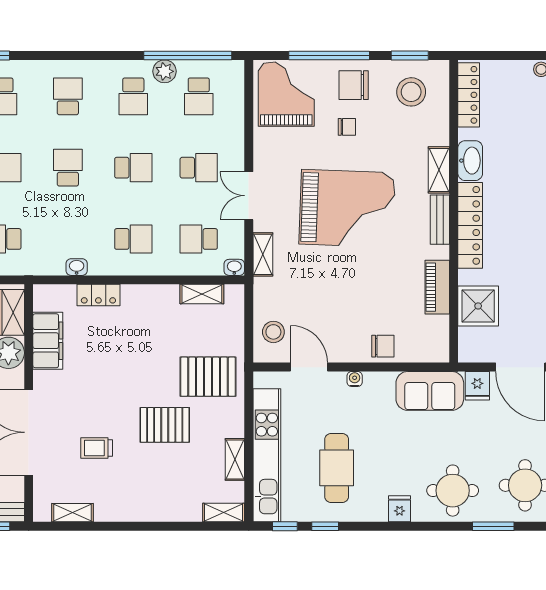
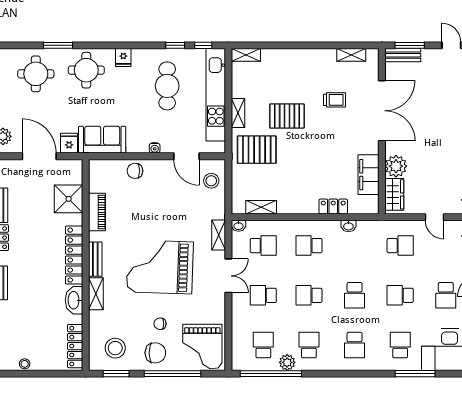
shelving: (235, 459) -> (238, 113), moved

